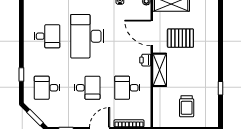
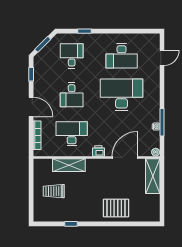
desk: (47, 36) -> (122, 56), width x1.37
pallet: (180, 38) -> (116, 208), moved, turned 90
shelving: (160, 70) -> (69, 165), moved
desk: (127, 88) -> (72, 134), width x1.37

